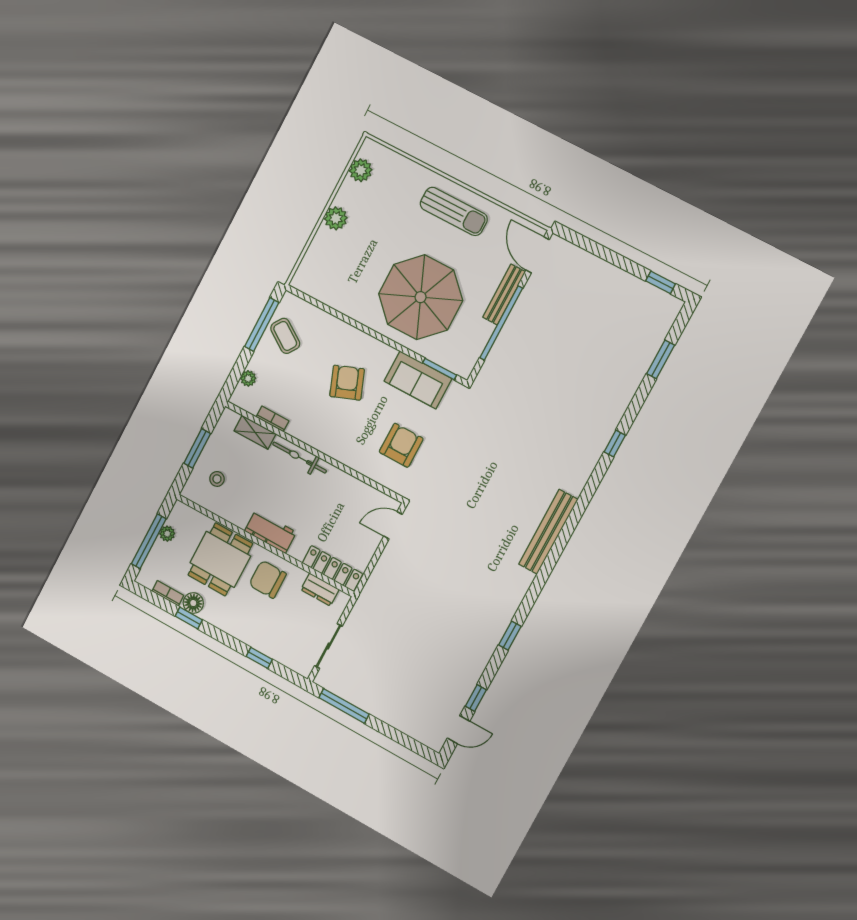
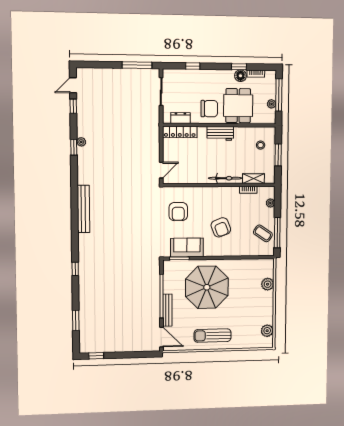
plant: (336, 218) -> (268, 284), moved
plant: (494, 637) -> (81, 142), added

